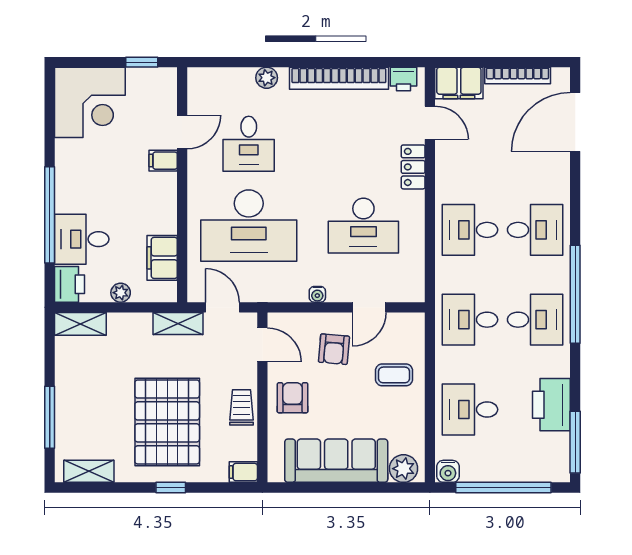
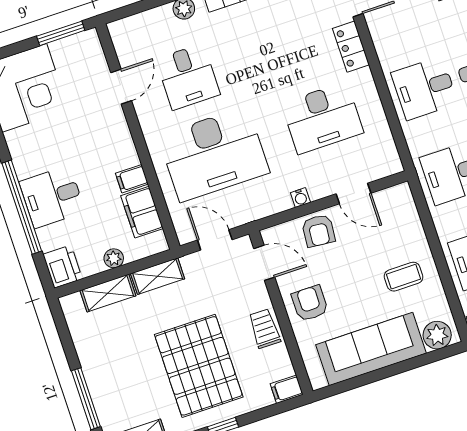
window: (142, 62) -> (61, 33), width x1.50
filing cabinet: (163, 161) -> (132, 179), moved
desk: (82, 239) -> (52, 197), moved
door: (369, 307) -> (354, 193), hinge flipped
shelving: (80, 324) -> (108, 293), moved
shelving: (178, 324) -> (158, 276), moved
armchair: (334, 349) -> (318, 231), moved
coffee table: (394, 375) -> (404, 277), moved

